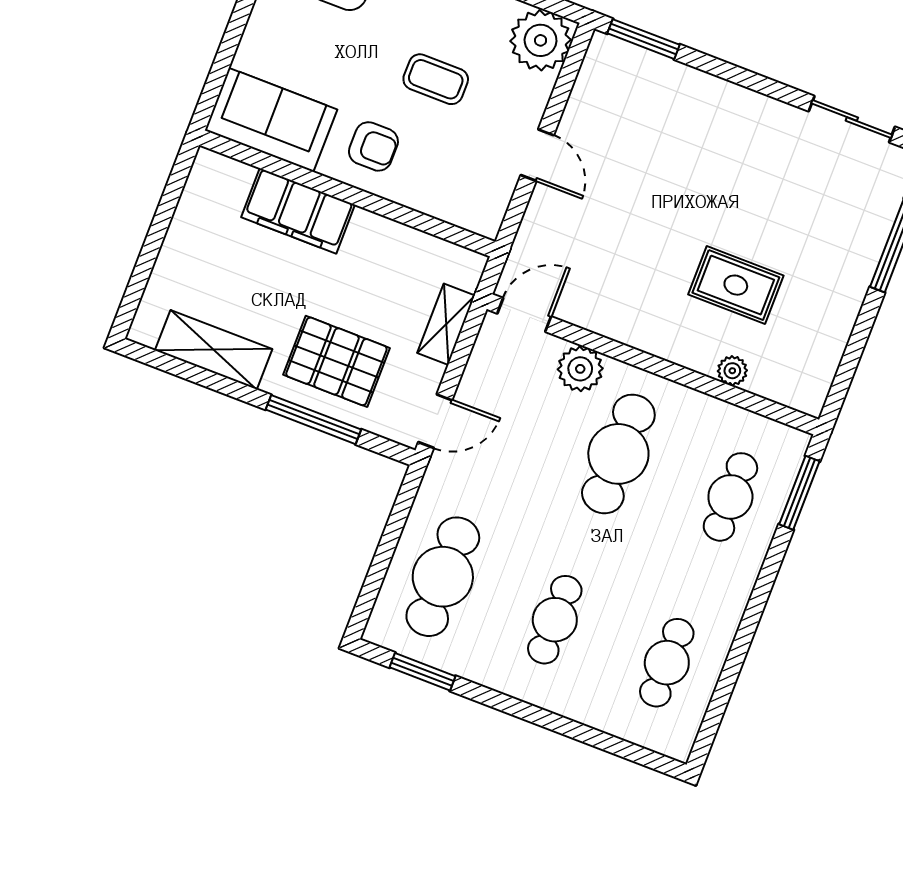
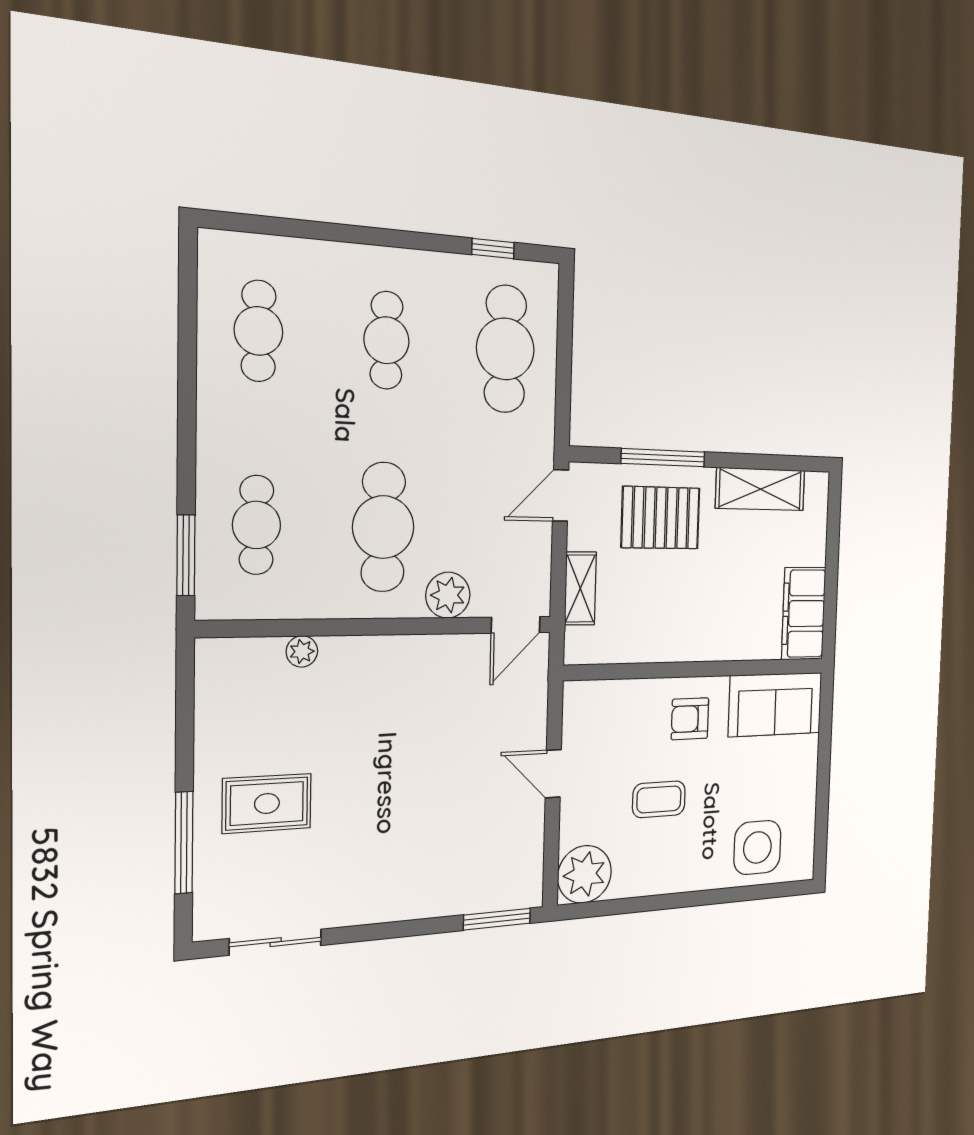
filing cabinet: (298, 211) -> (804, 614), moved, turned -90
rug: (736, 285) -> (267, 803), moved
window: (423, 672) -> (493, 249), width x0.67

